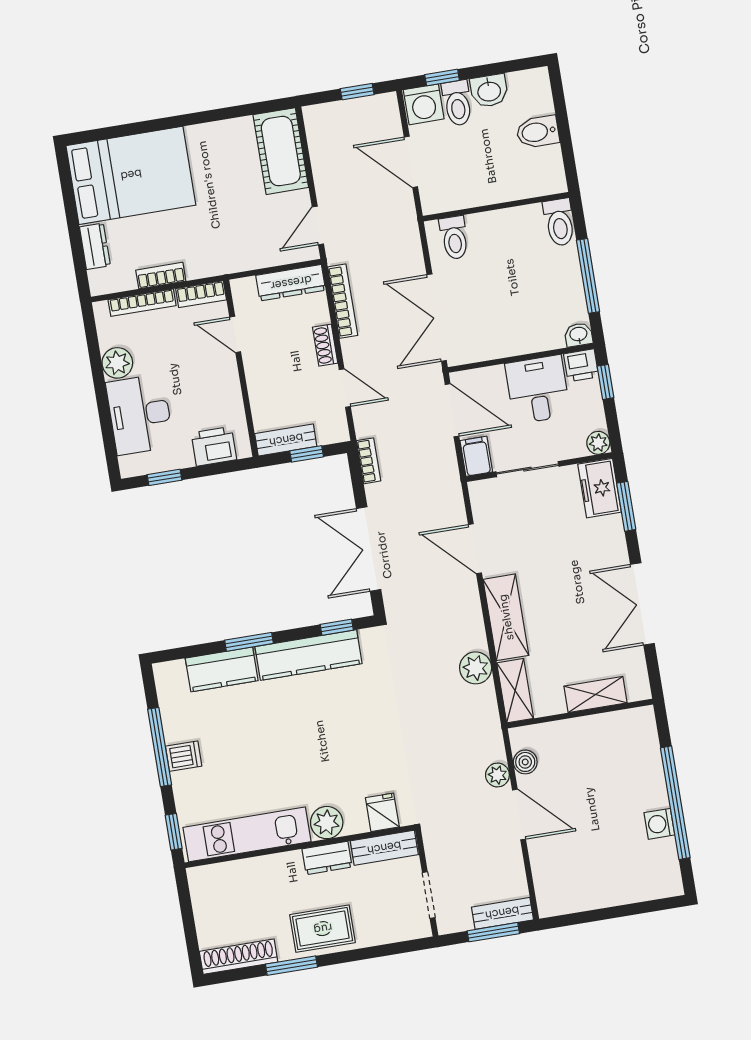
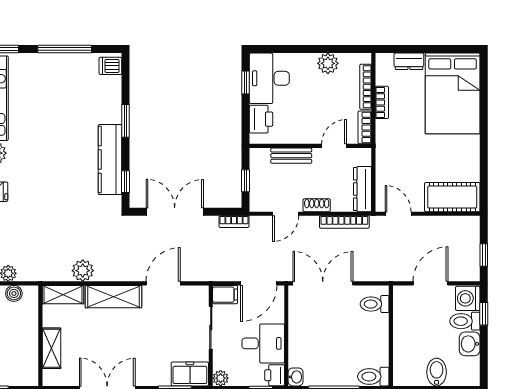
desk: (140, 415) -> (269, 78), moved, turned -90
bench: (286, 440) -> (291, 156), moved, turned 90
kitchen counter: (222, 669) -> (110, 100), removed
dishwasher: (184, 756) -> (110, 66), moved, turned 90

